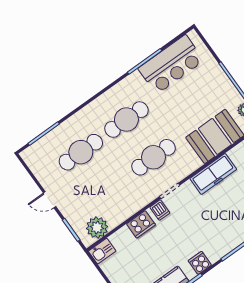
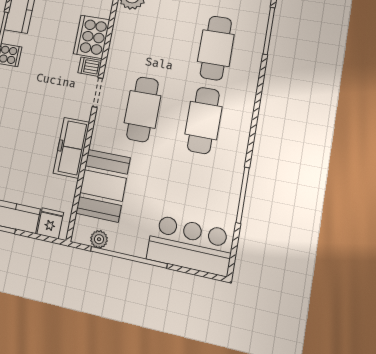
bar counter: (171, 64) -> (190, 245), moved, turned 90
cooker: (141, 224) -> (92, 37), width x1.37, depth x1.31

